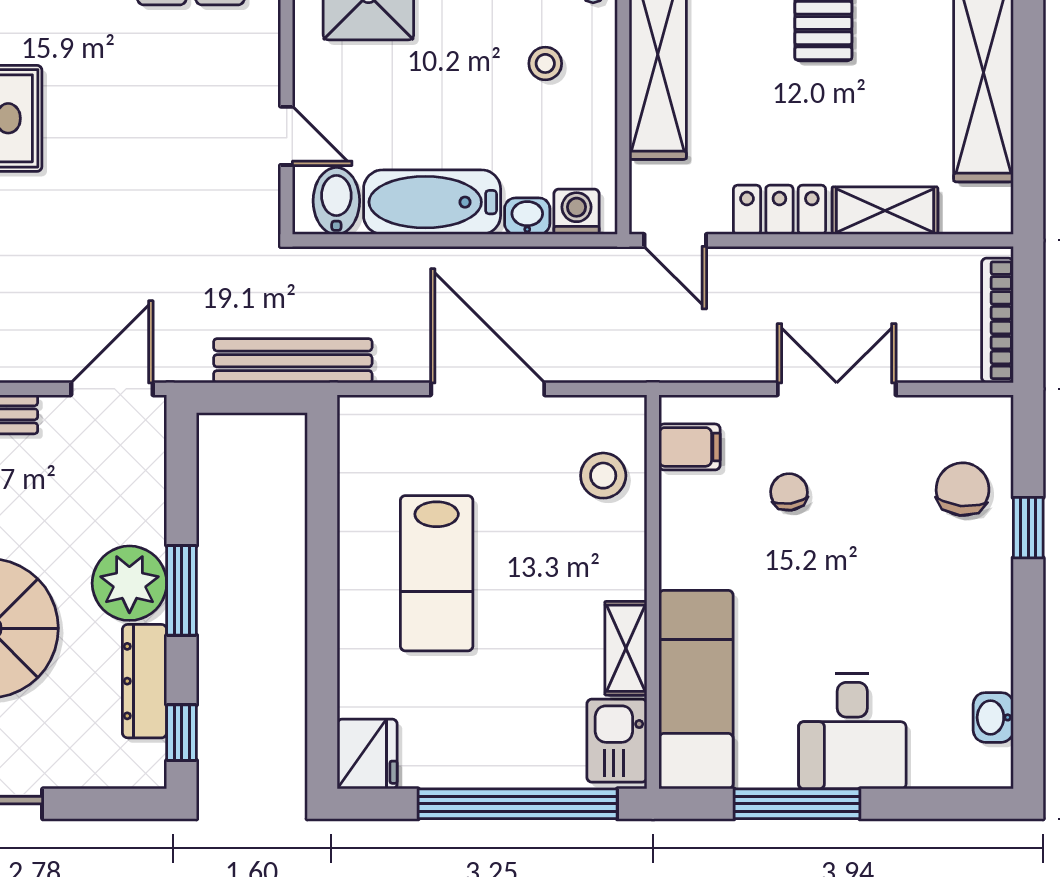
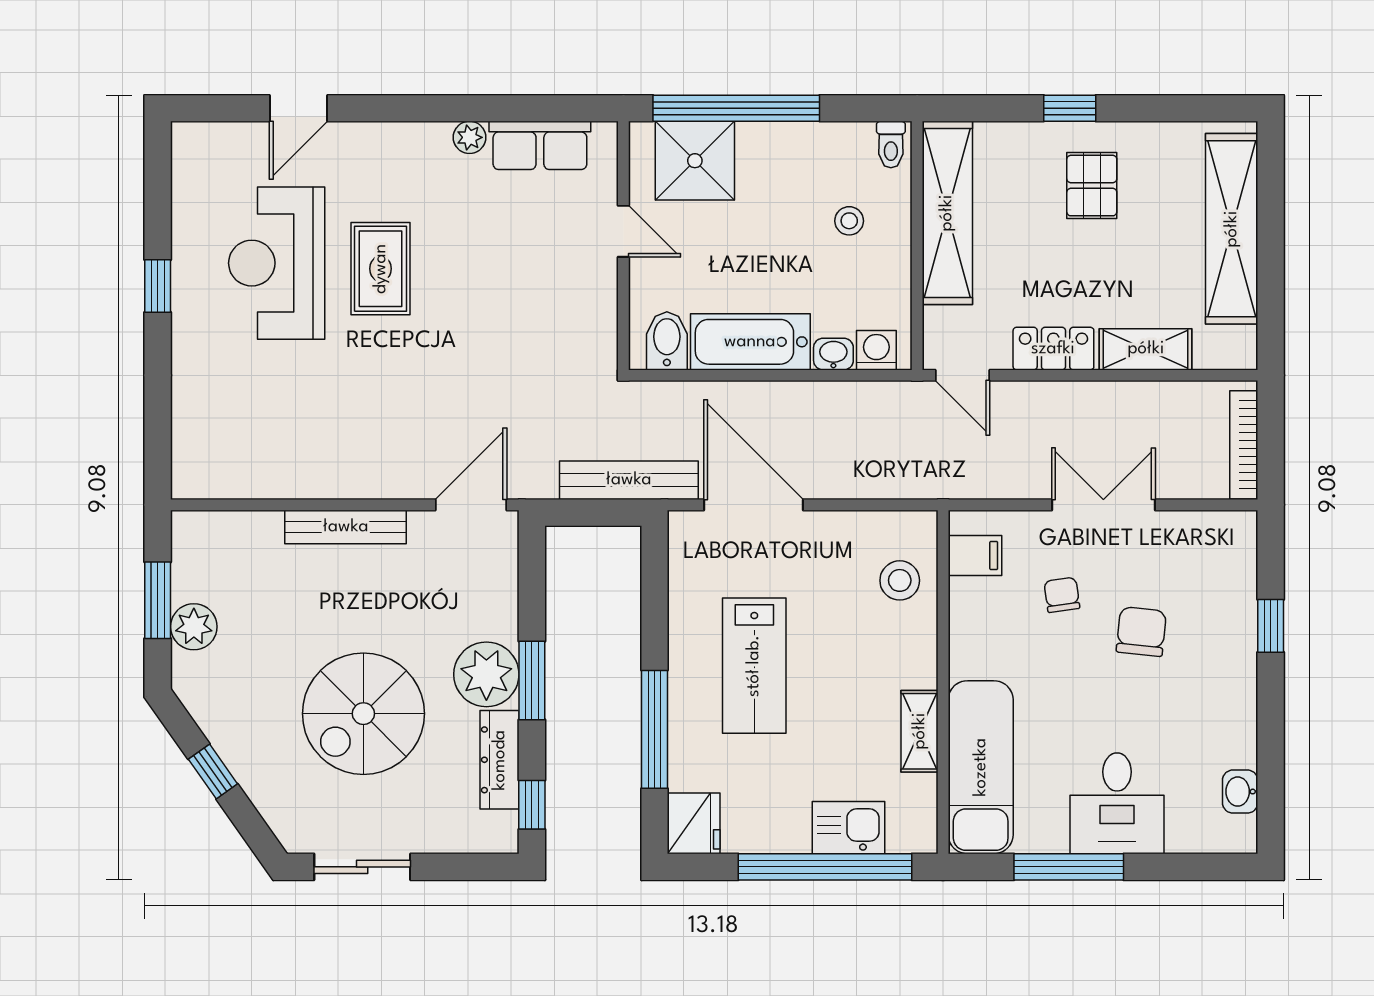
door: (287, 136) -> (623, 231), moved
door: (488, 389) -> (754, 505), moved
chair: (963, 489) -> (1141, 632), moved
window: (322, 646) -> (654, 729), added
kitchen sink: (617, 741) -> (848, 828), moved, turned 90

